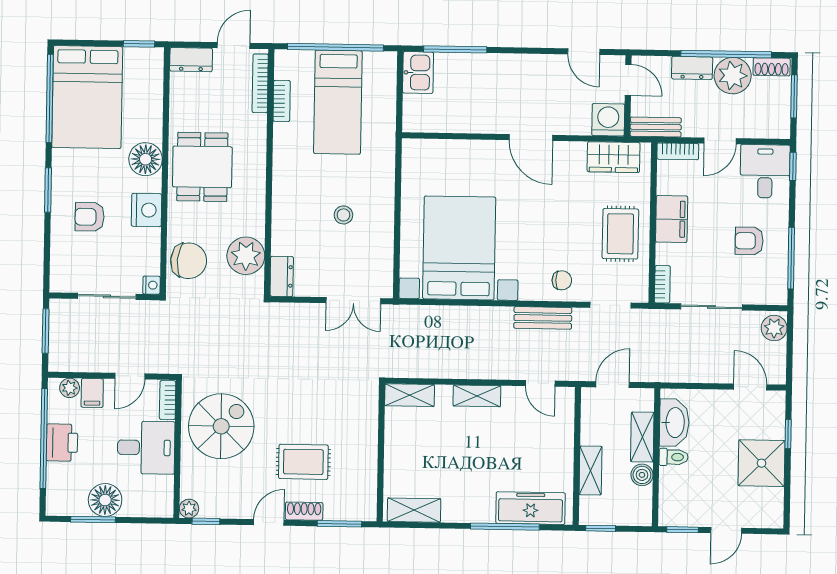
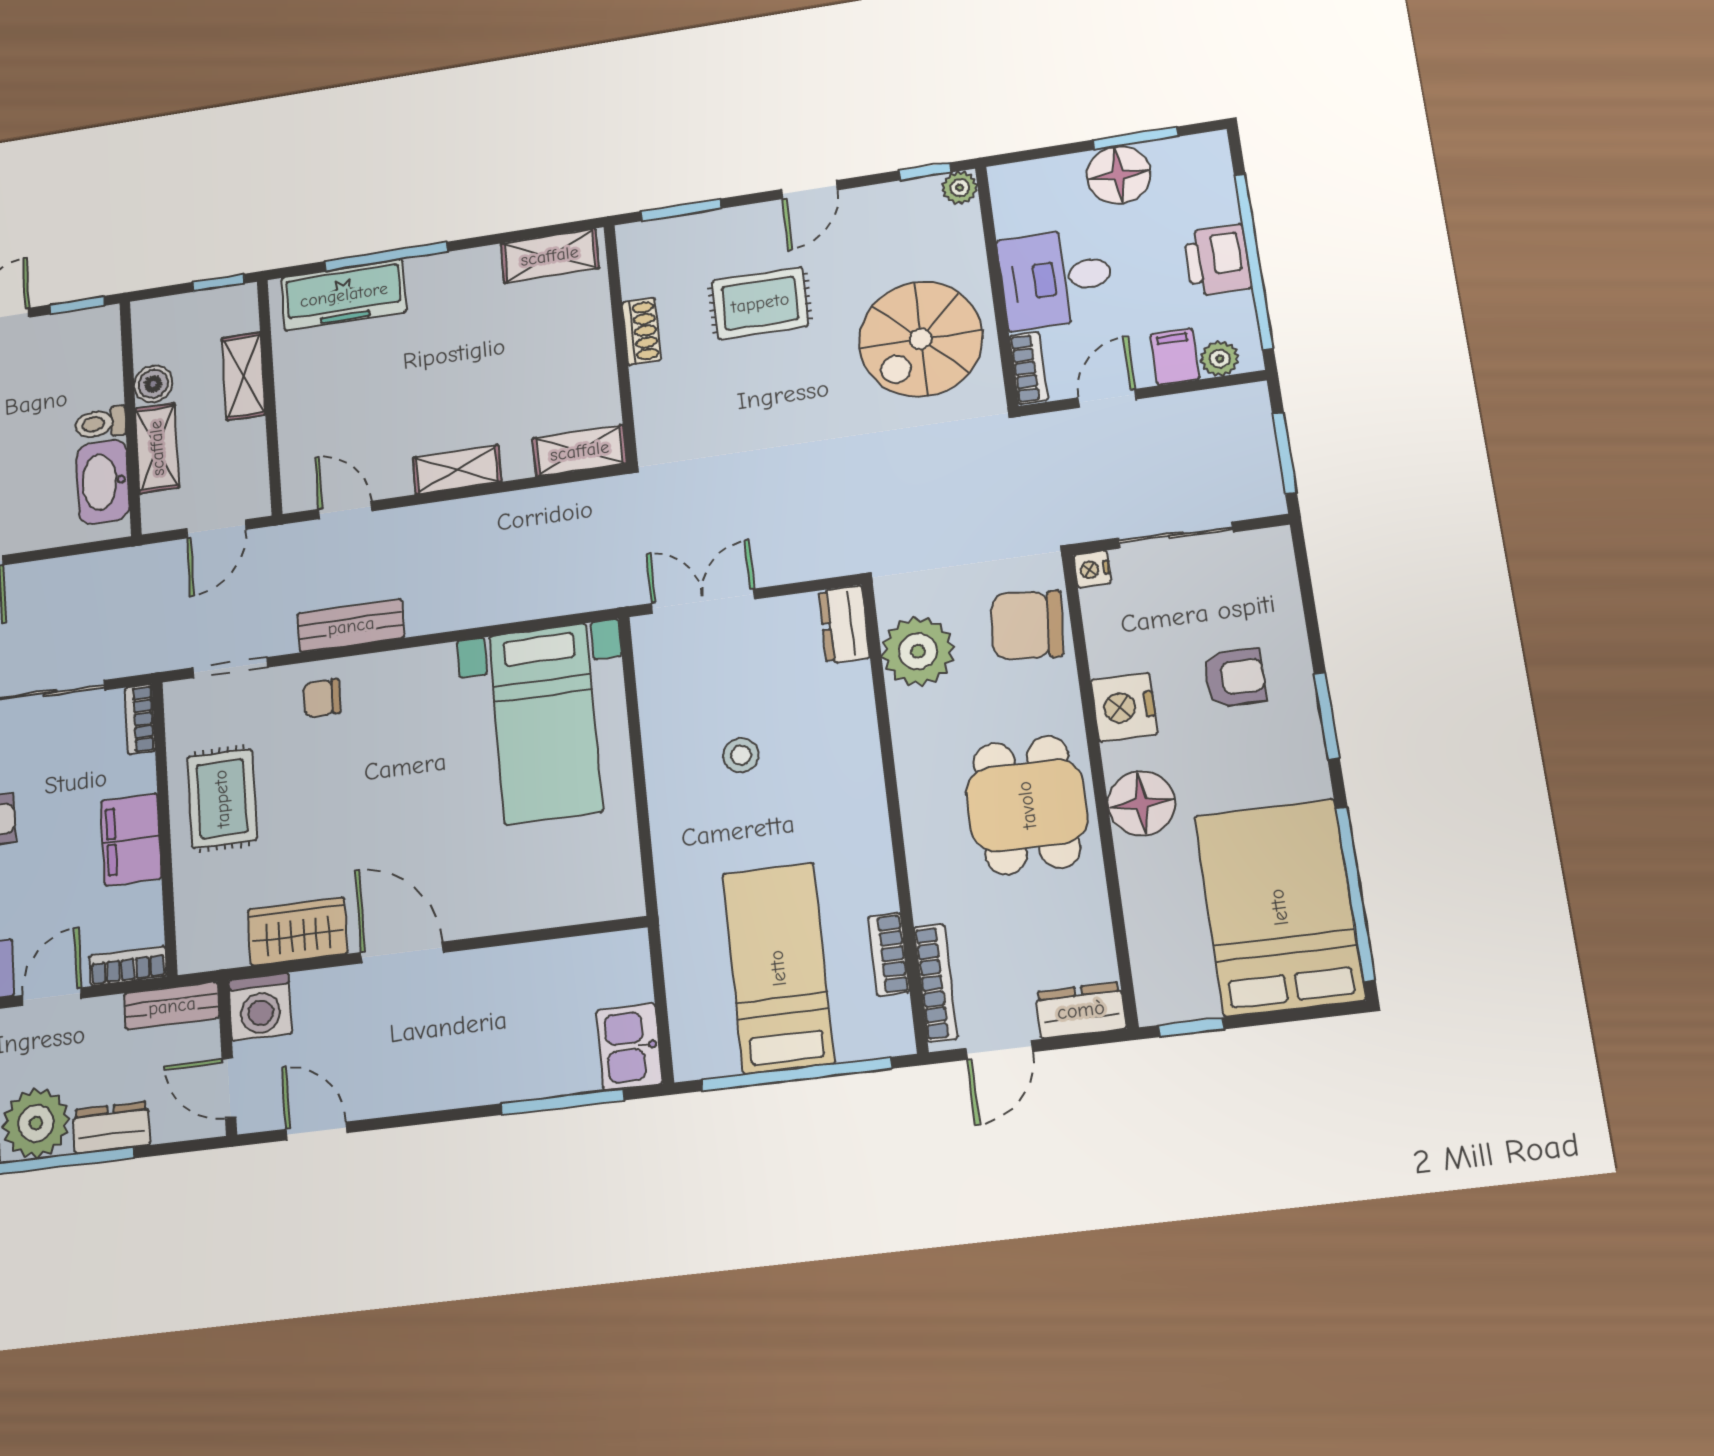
wardrobe: (614, 157) -> (298, 931), moved
bed with nightstands: (459, 248) -> (545, 724), width x0.73
shoe rack: (304, 511) -> (641, 331), moved, turned -90

